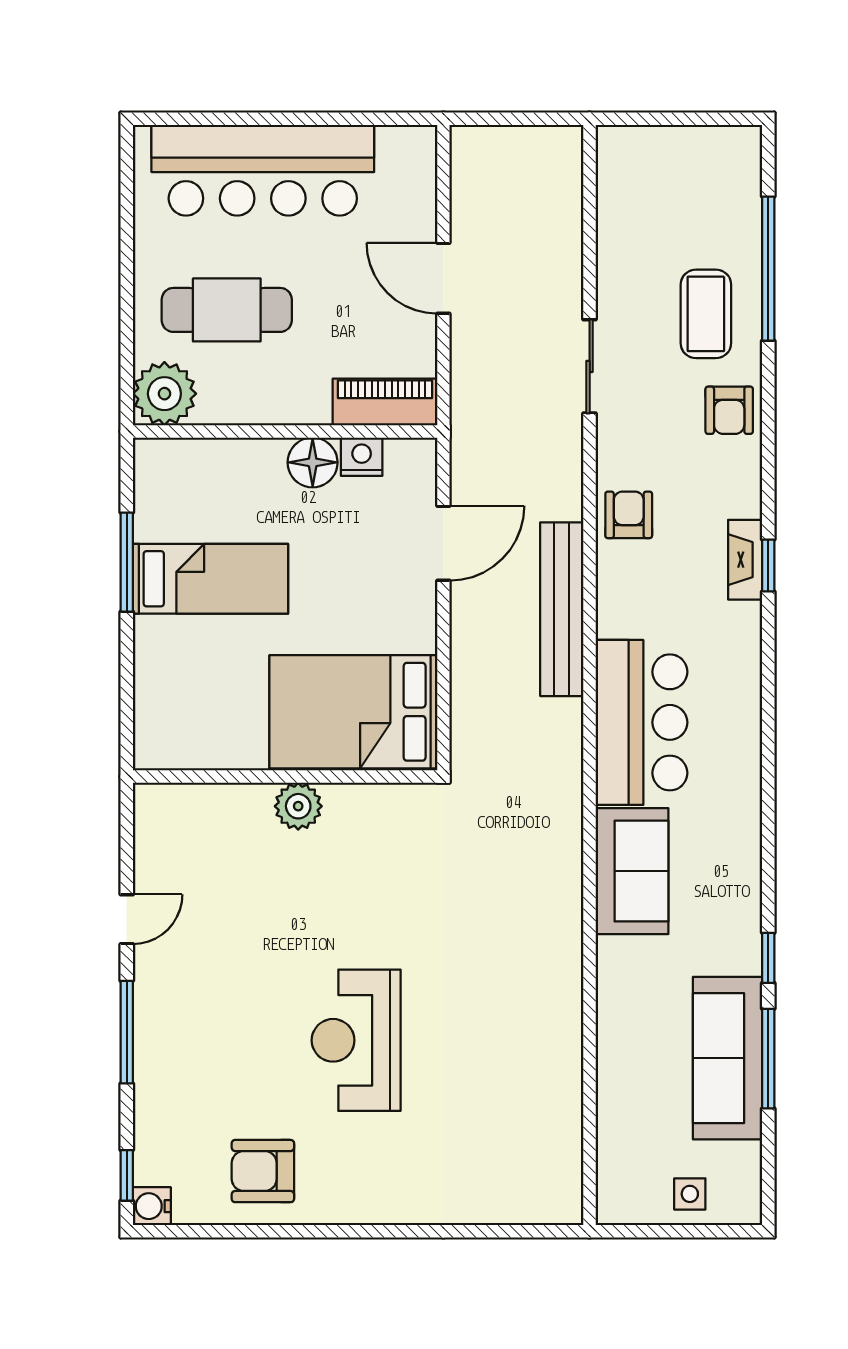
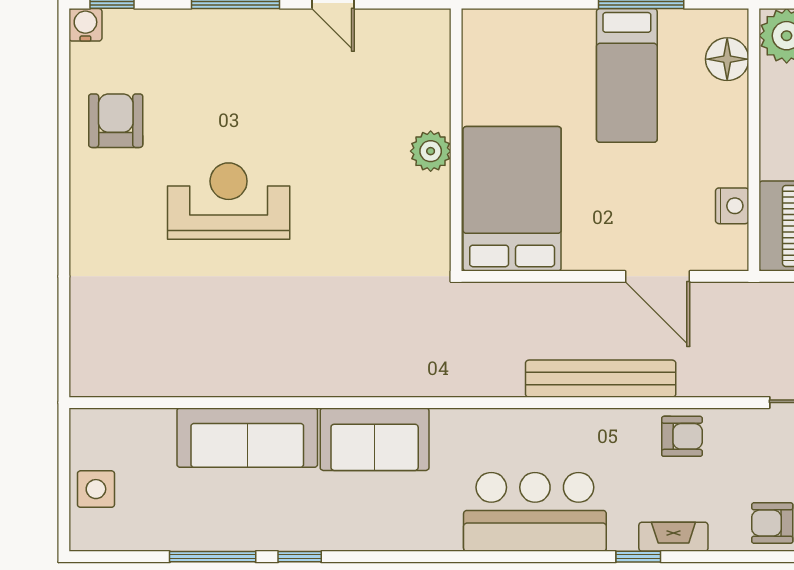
floor lamp: (313, 462) -> (727, 59), moved
fireplace: (745, 560) -> (673, 537), moved
bar counter: (641, 722) -> (535, 512), moved, turned 180
sofa: (728, 1058) -> (247, 438), moved, turned 180
side table: (690, 1194) -> (96, 489), width x1.37, depth x1.37

